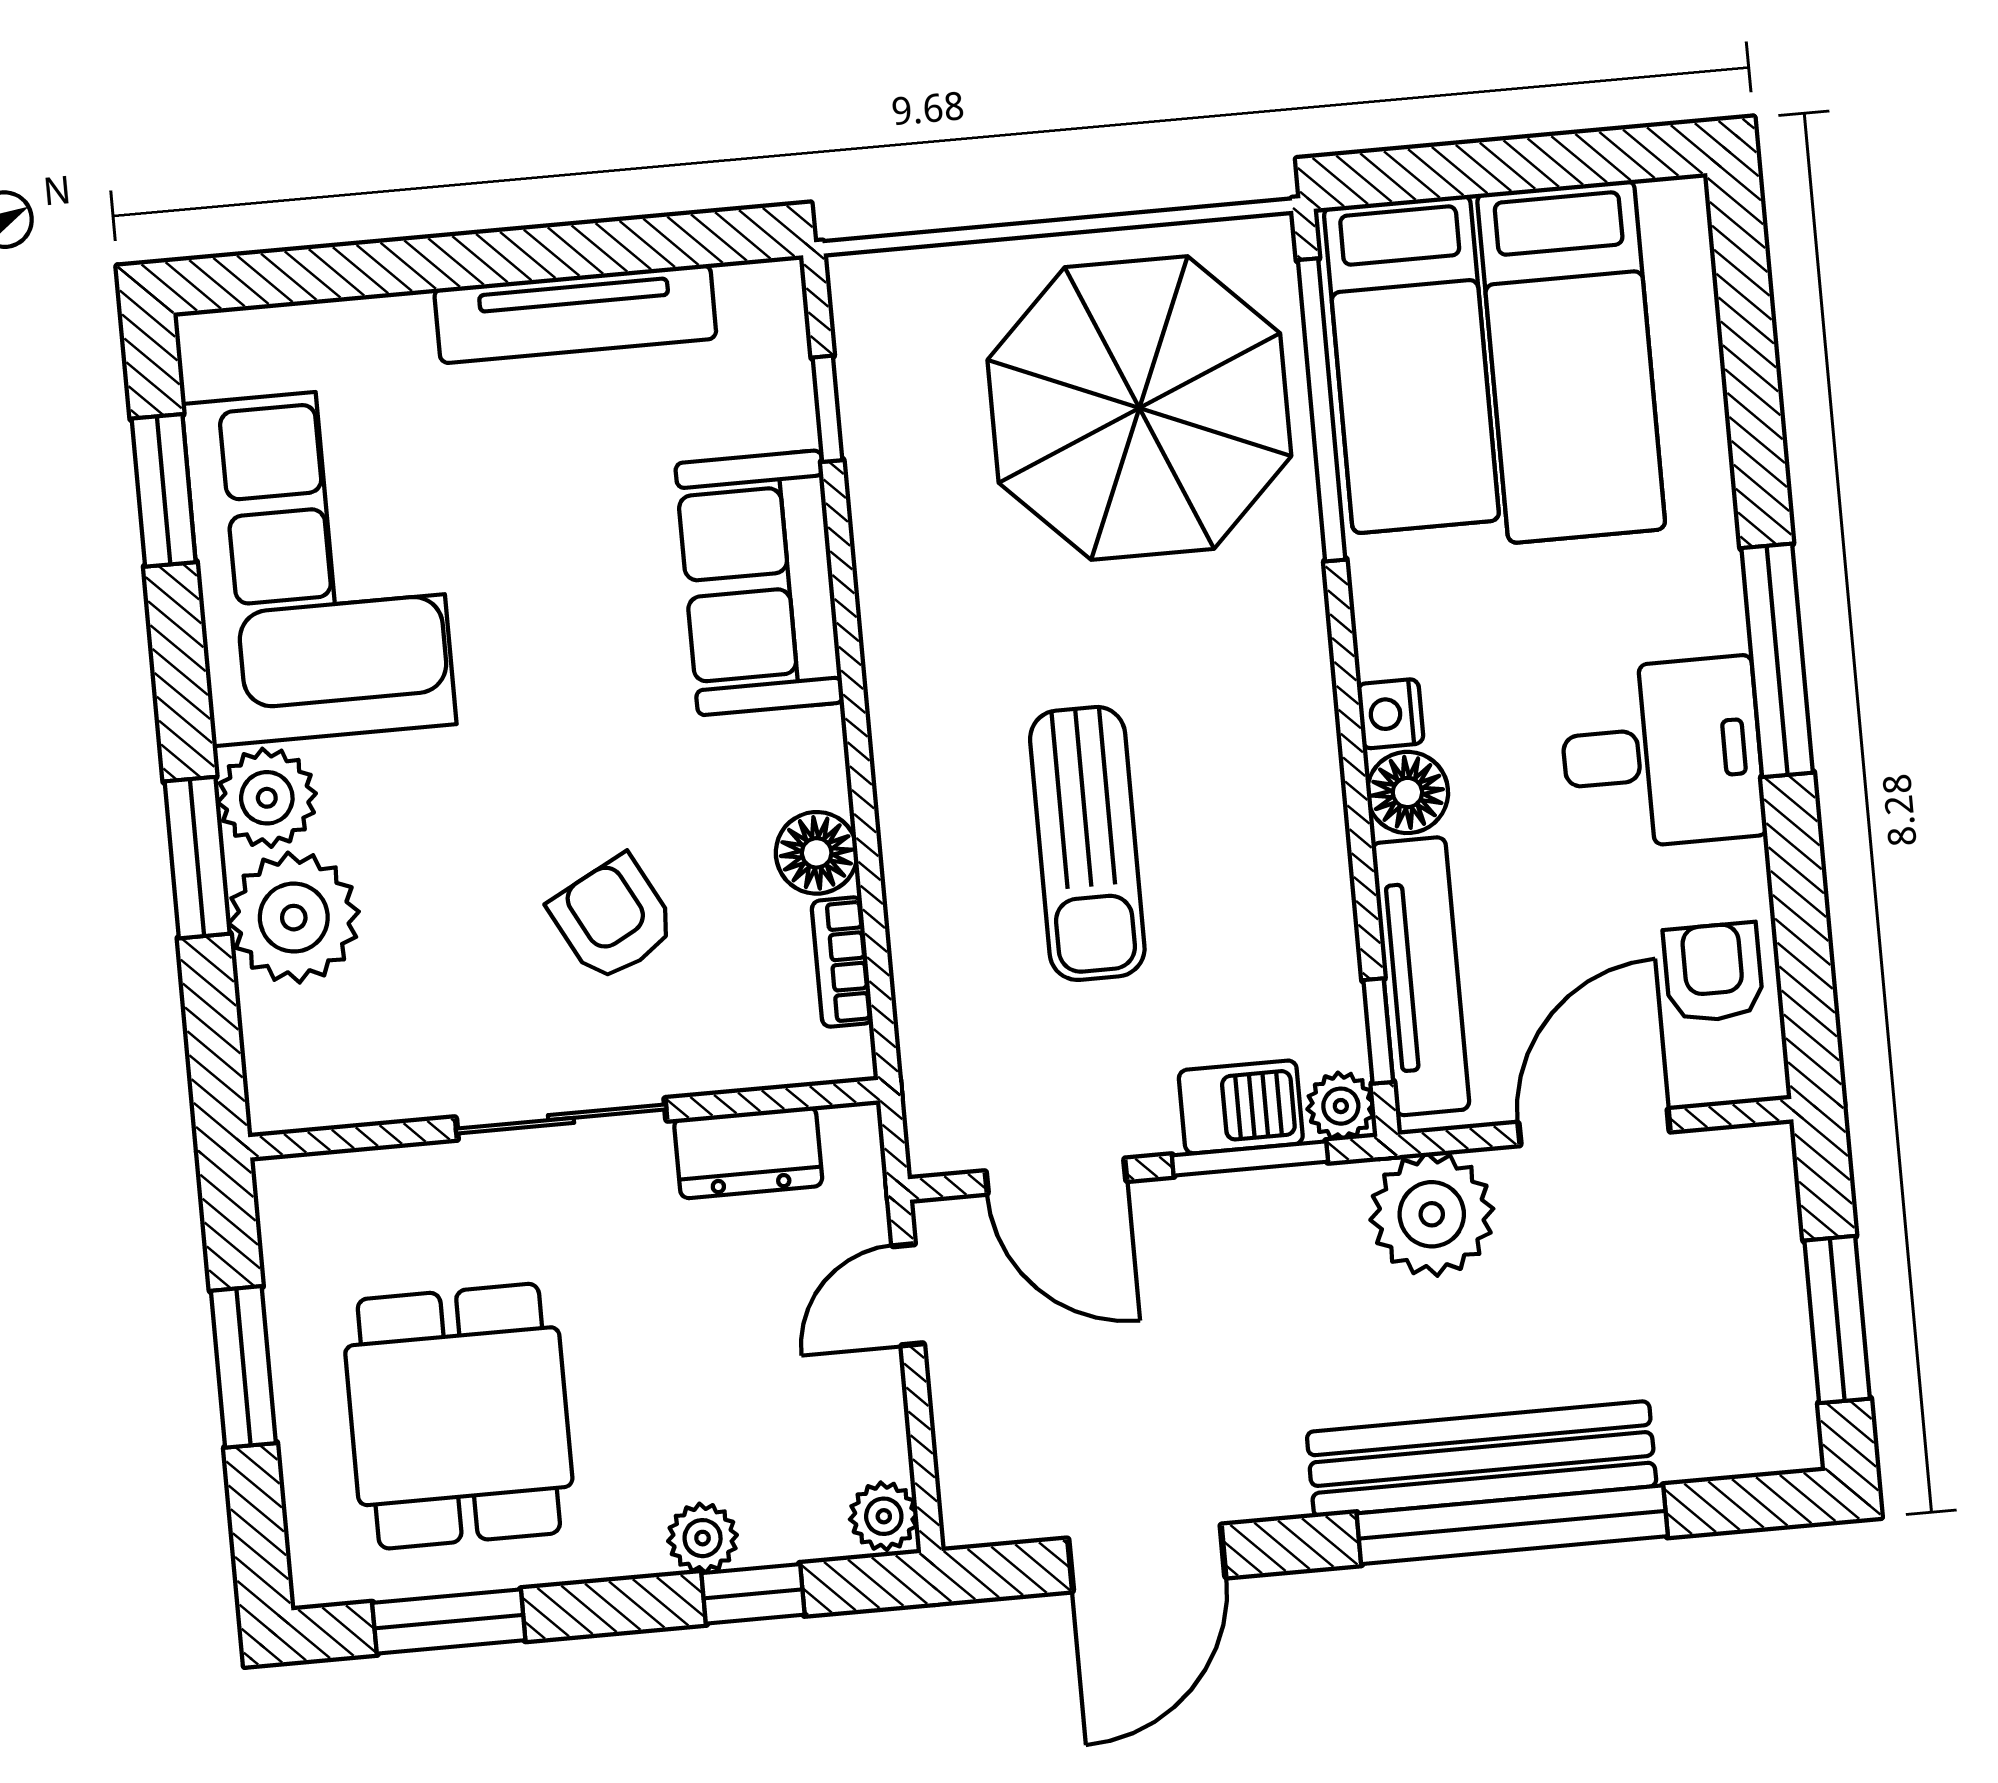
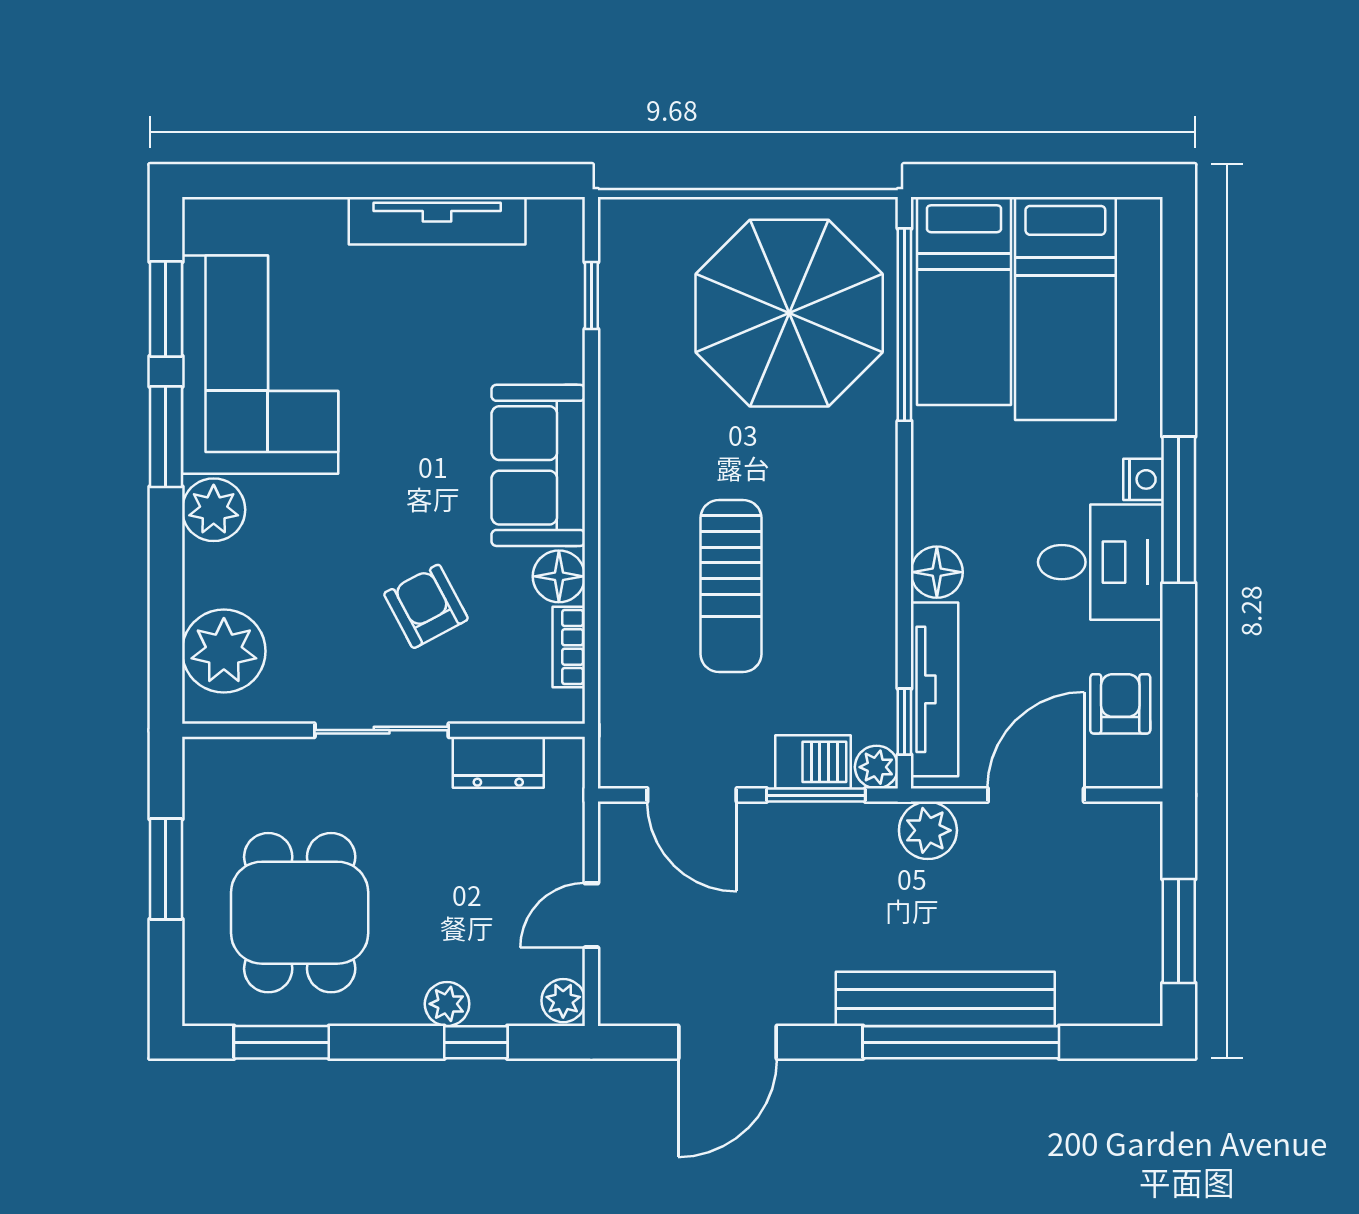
sofa: (760, 583) -> (538, 465), moved
nightstand: (1390, 714) -> (1143, 479), moved, turned 180
window: (197, 858) -> (166, 437), moved
plant: (294, 918) -> (224, 651), moved
plant: (1432, 1214) -> (928, 830), width x0.73, depth x0.73
door: (908, 1295) -> (591, 915), moved

